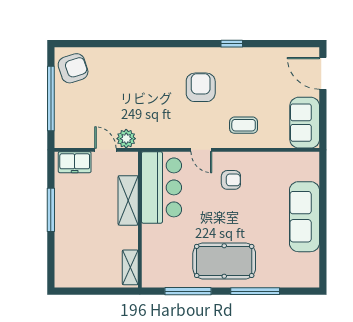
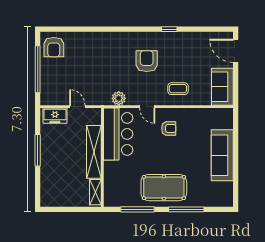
armchair: (73, 68) -> (54, 47), turned 108
plant: (126, 139) -> (119, 98), moved
shelving: (128, 200) -> (94, 152), width x1.47

